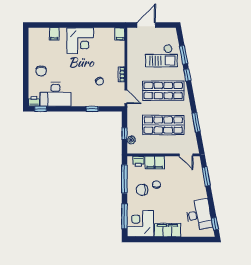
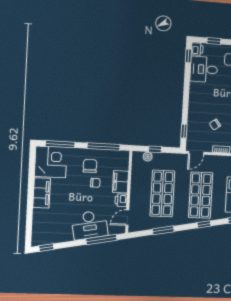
window: (187, 75) -> (204, 224), moved
window: (26, 87) -> (214, 41), added
desk: (56, 94) -> (204, 69), width x0.73
window: (92, 109) -> (184, 131), moved
printer: (138, 161) -> (121, 200), moved
window: (206, 177) -> (101, 239), width x1.44
desk: (199, 215) -> (90, 225), moved

